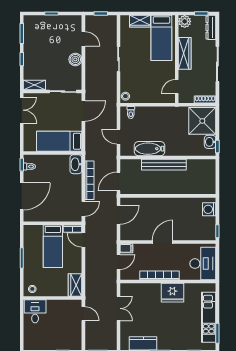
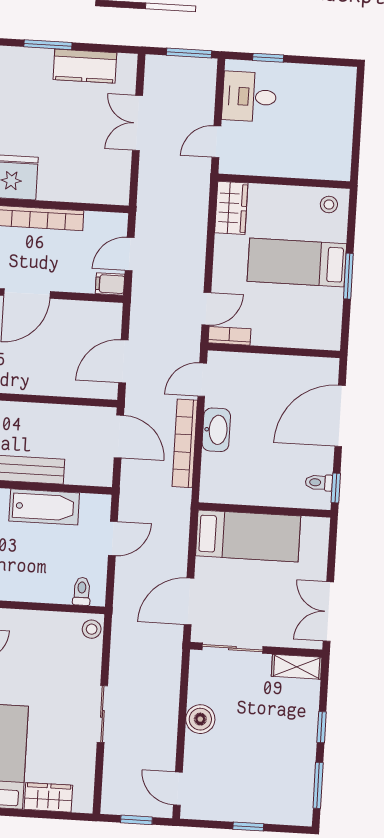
door: (83, 39) -> (178, 789), moved
door: (119, 137) -> (113, 538), hinge flipped
washbasin: (76, 164) -> (216, 430), moved
door: (119, 182) -> (119, 436), hinge flipped
door: (83, 240) -> (206, 309), hinge flipped
bed: (53, 246) -> (297, 262), moved, turned -90
double door: (119, 308) -> (137, 123), moved
desk: (35, 311) -> (249, 97), moved, turned 90
door: (83, 314) -> (216, 142), hinge flipped

